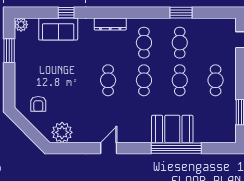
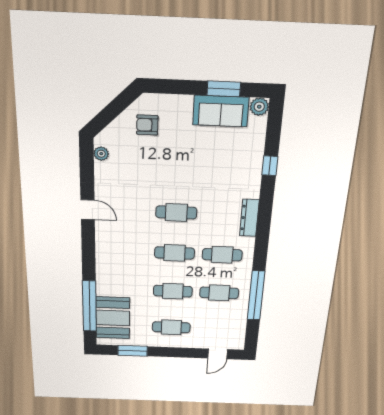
window: (181, 13) -> (256, 296), width x2.11
sofa: (58, 29) -> (221, 111), moved, turned -90
booth: (172, 129) -> (113, 318), moved
plant: (62, 132) -> (101, 154), width x0.53, depth x0.53
window: (176, 148) -> (90, 306), moved

